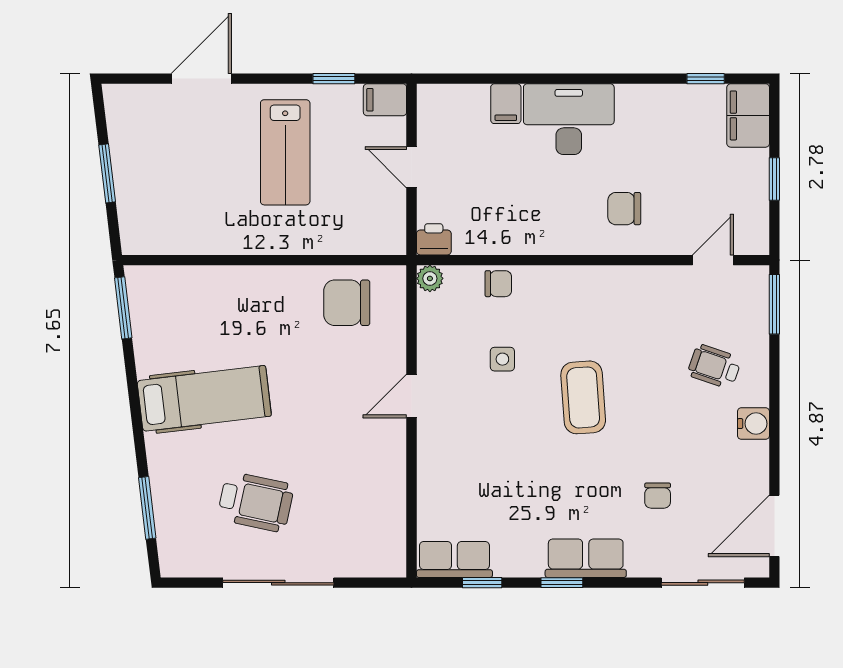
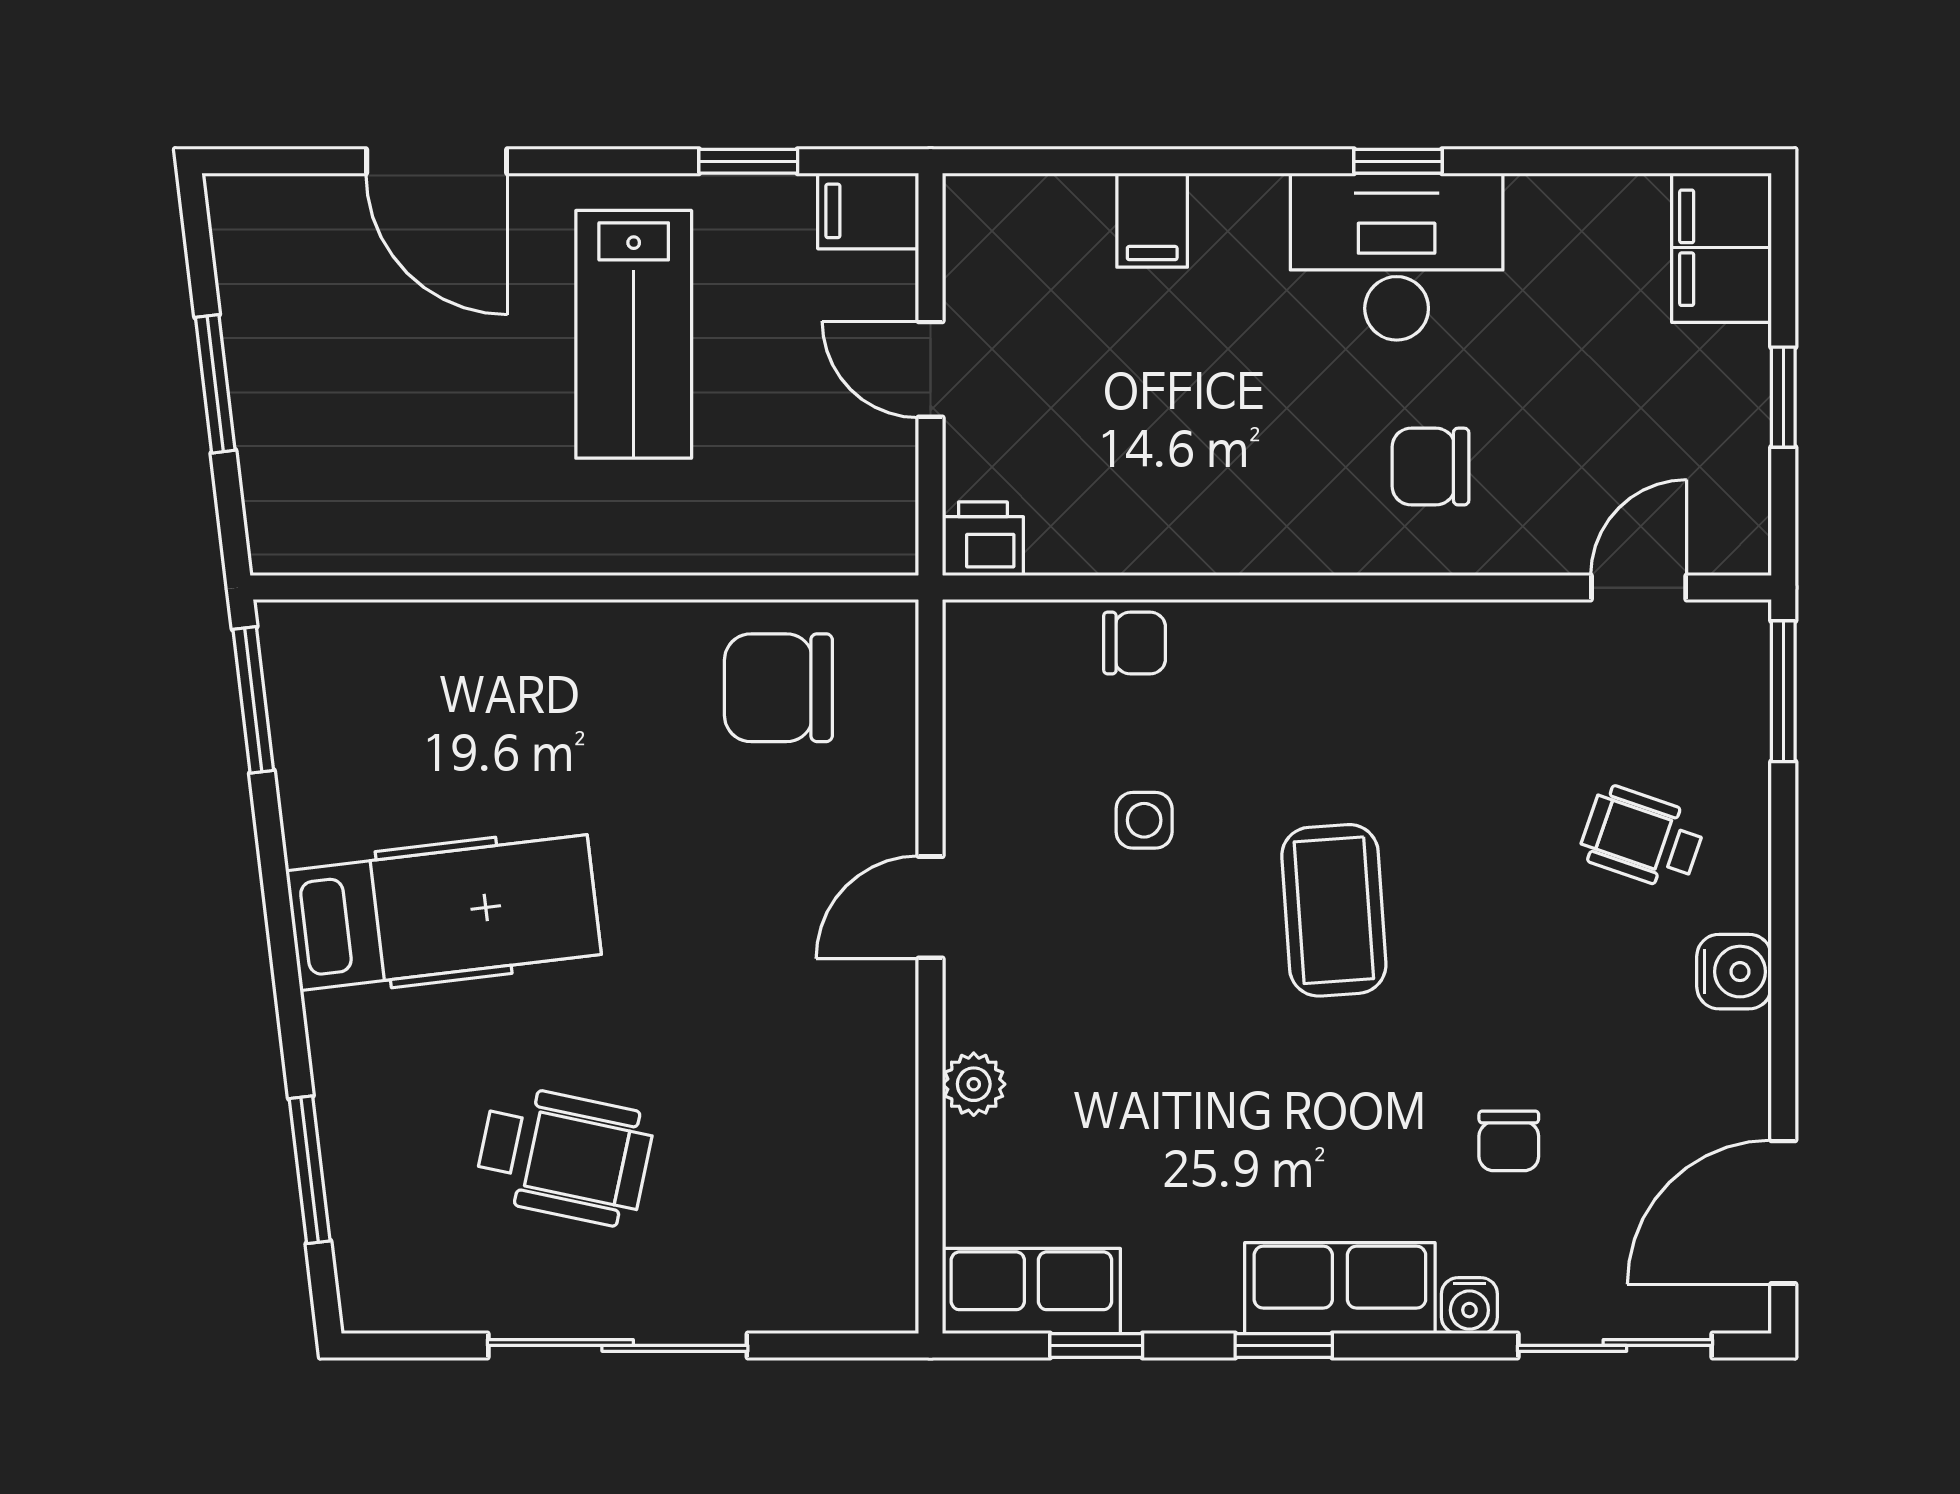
door: (201, 79) -> (437, 161), swing flipped
window: (706, 79) -> (1398, 161), moved
desk: (569, 119) -> (1397, 257), moved
plant: (430, 278) -> (974, 1084), moved
water cooler: (641, 566) -> (1469, 1306), added

